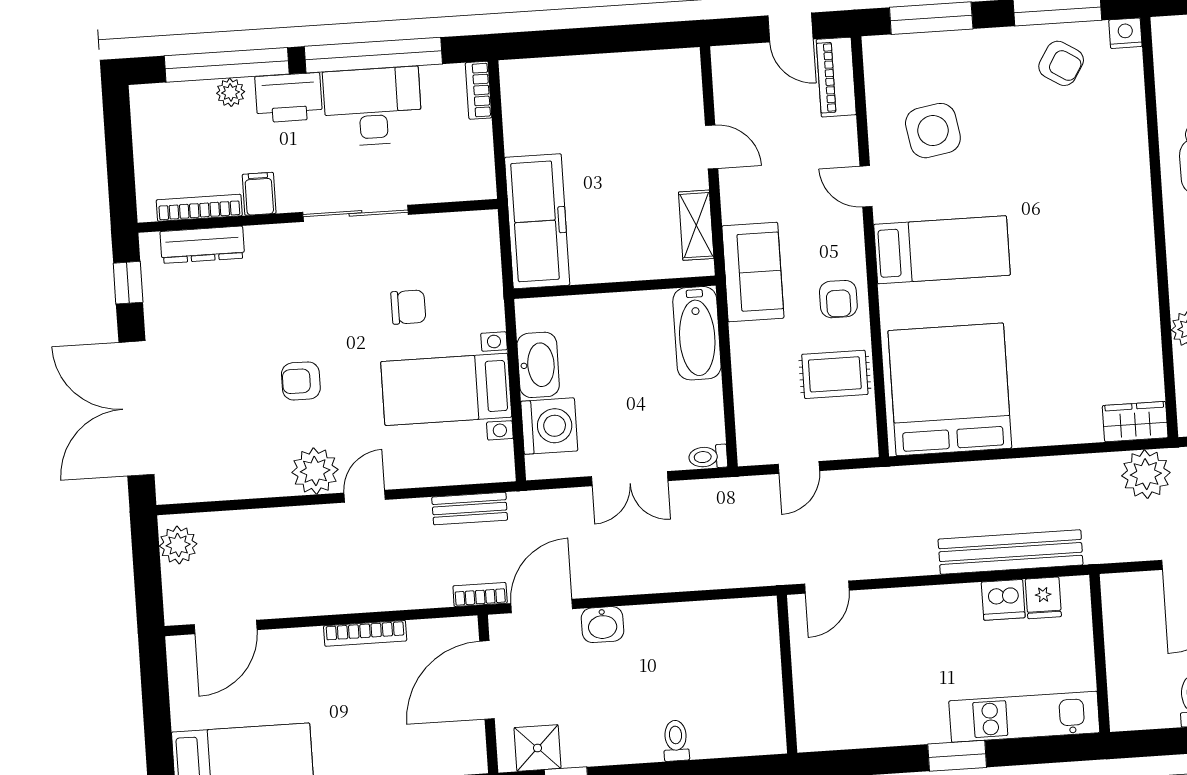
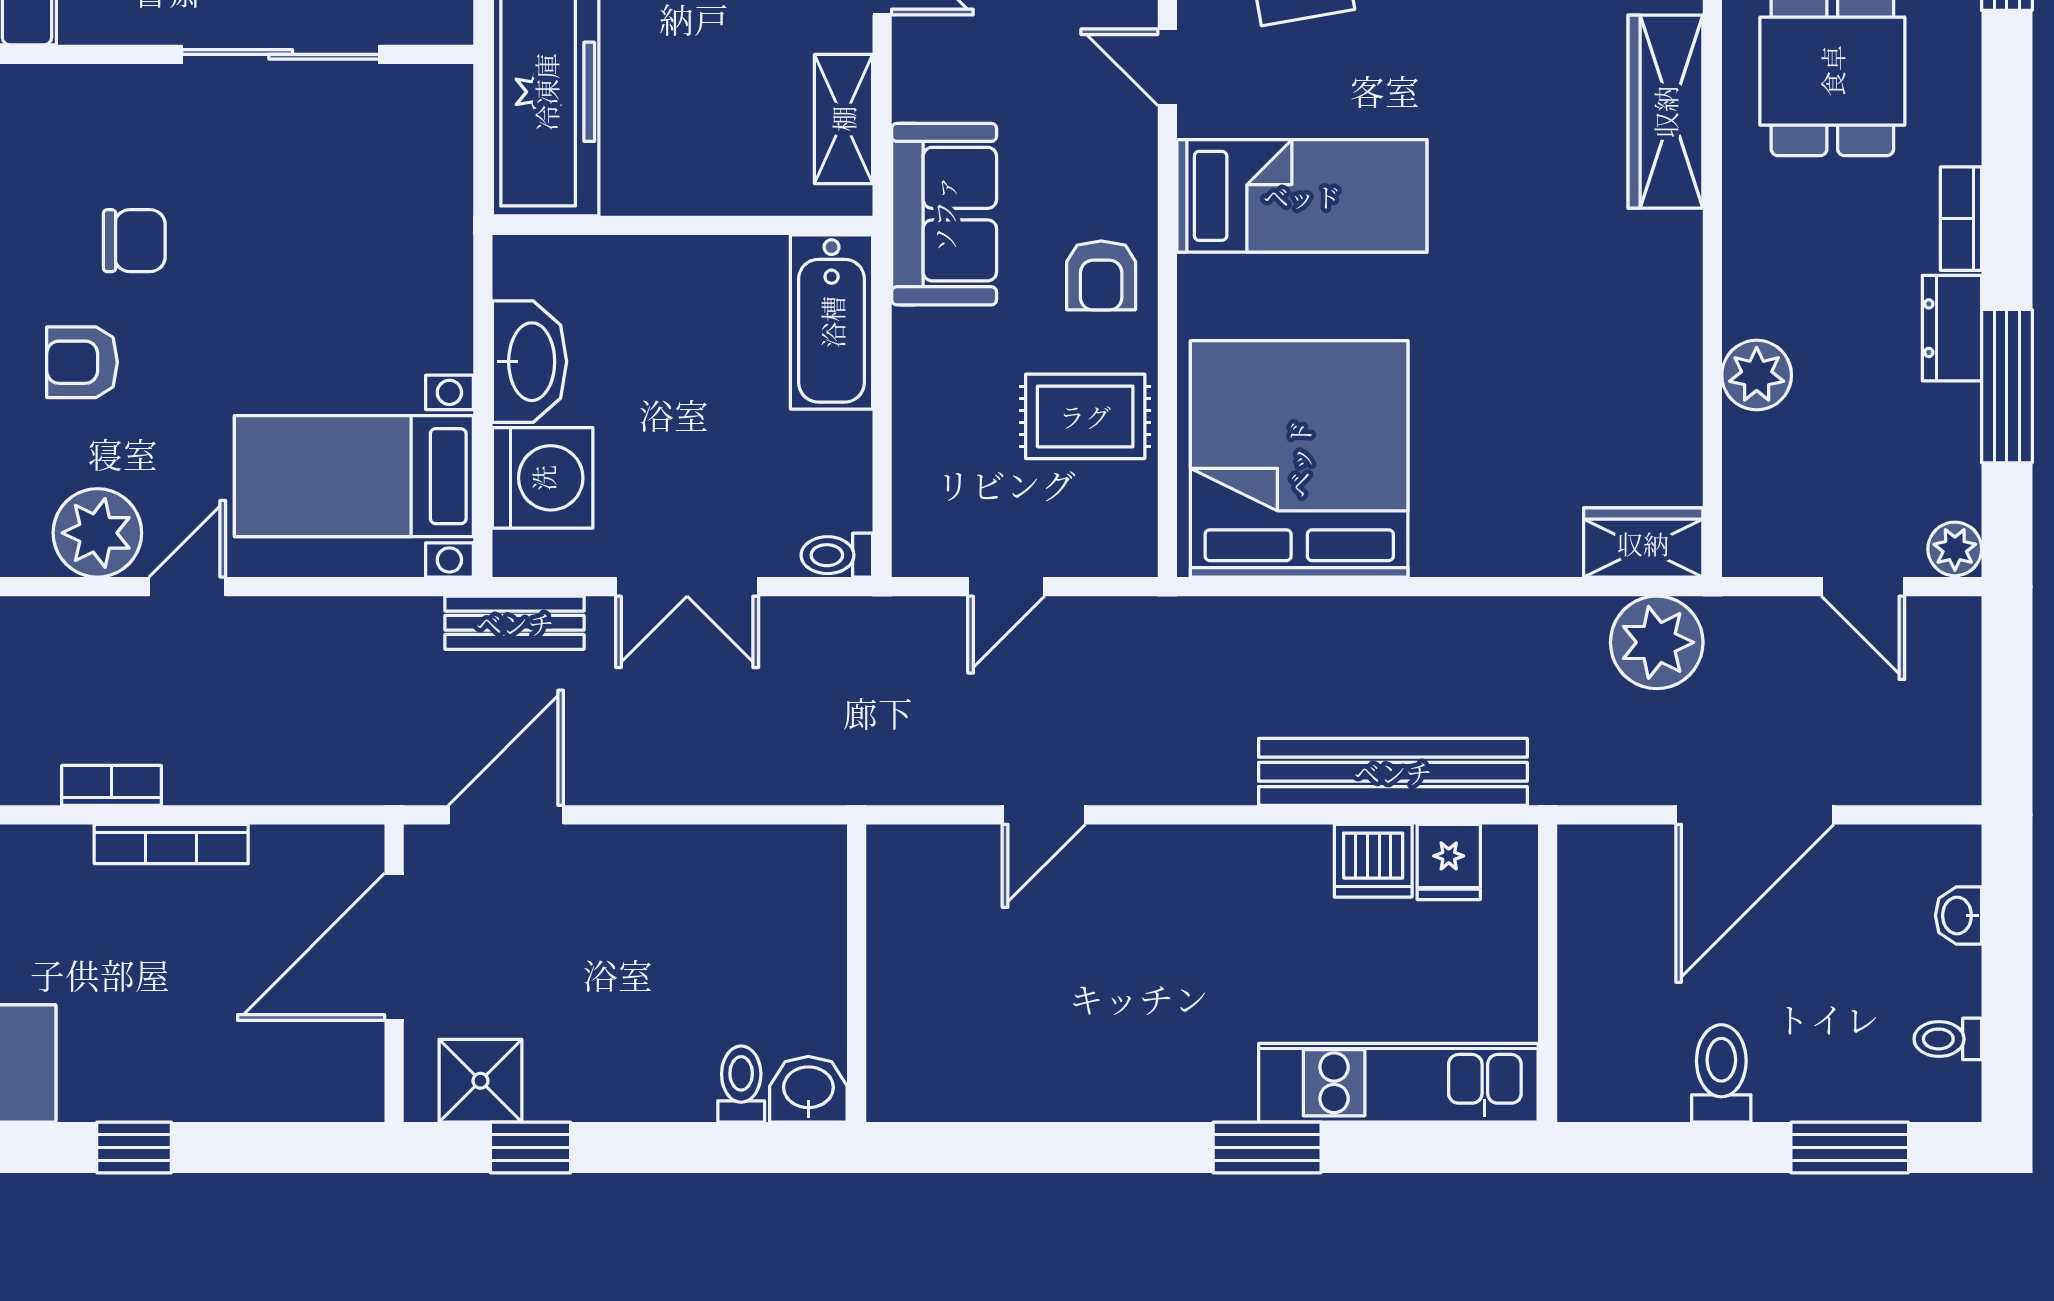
wardrobe: (1132, 192) -> (1665, 112), added
sliding door: (355, 213) -> (281, 54), moved
chair: (408, 307) -> (134, 241), moved
bed with nightstands: (446, 389) -> (354, 476), moved
bench: (470, 509) -> (515, 623), moved
bookcase: (480, 594) -> (111, 785), moved
washbasin: (602, 625) -> (808, 1089), moved, turned 180
wall: (787, 674) -> (857, 973), moved

